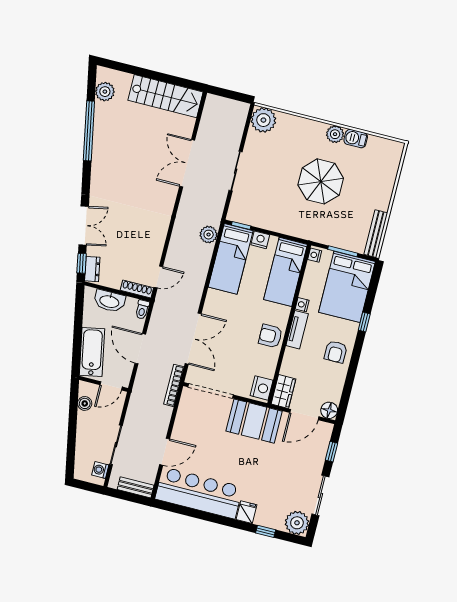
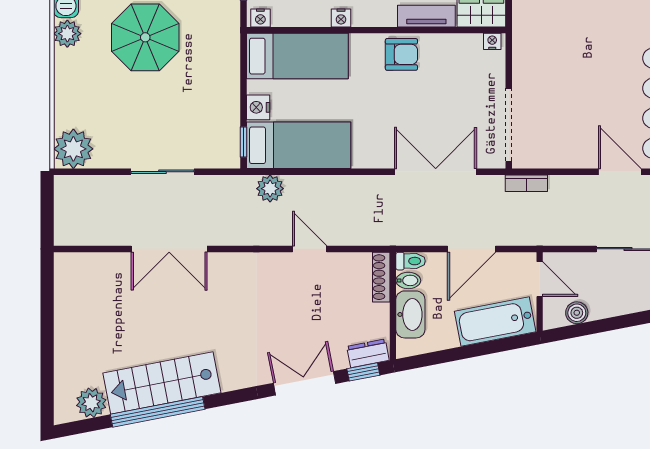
stairs: (166, 96) -> (162, 383), moved, turned -101
door: (158, 277) -> (310, 249), moved
bidet: (131, 305) -> (408, 280), added
tv unit: (297, 330) -> (426, 16), moved
armchair: (270, 336) -> (401, 54), turned -90
bookcase: (174, 385) -> (526, 183), width x0.64
nightstand: (262, 388) -> (492, 41), width x0.53, depth x0.56
booth: (254, 421) -> (538, 46), removed

